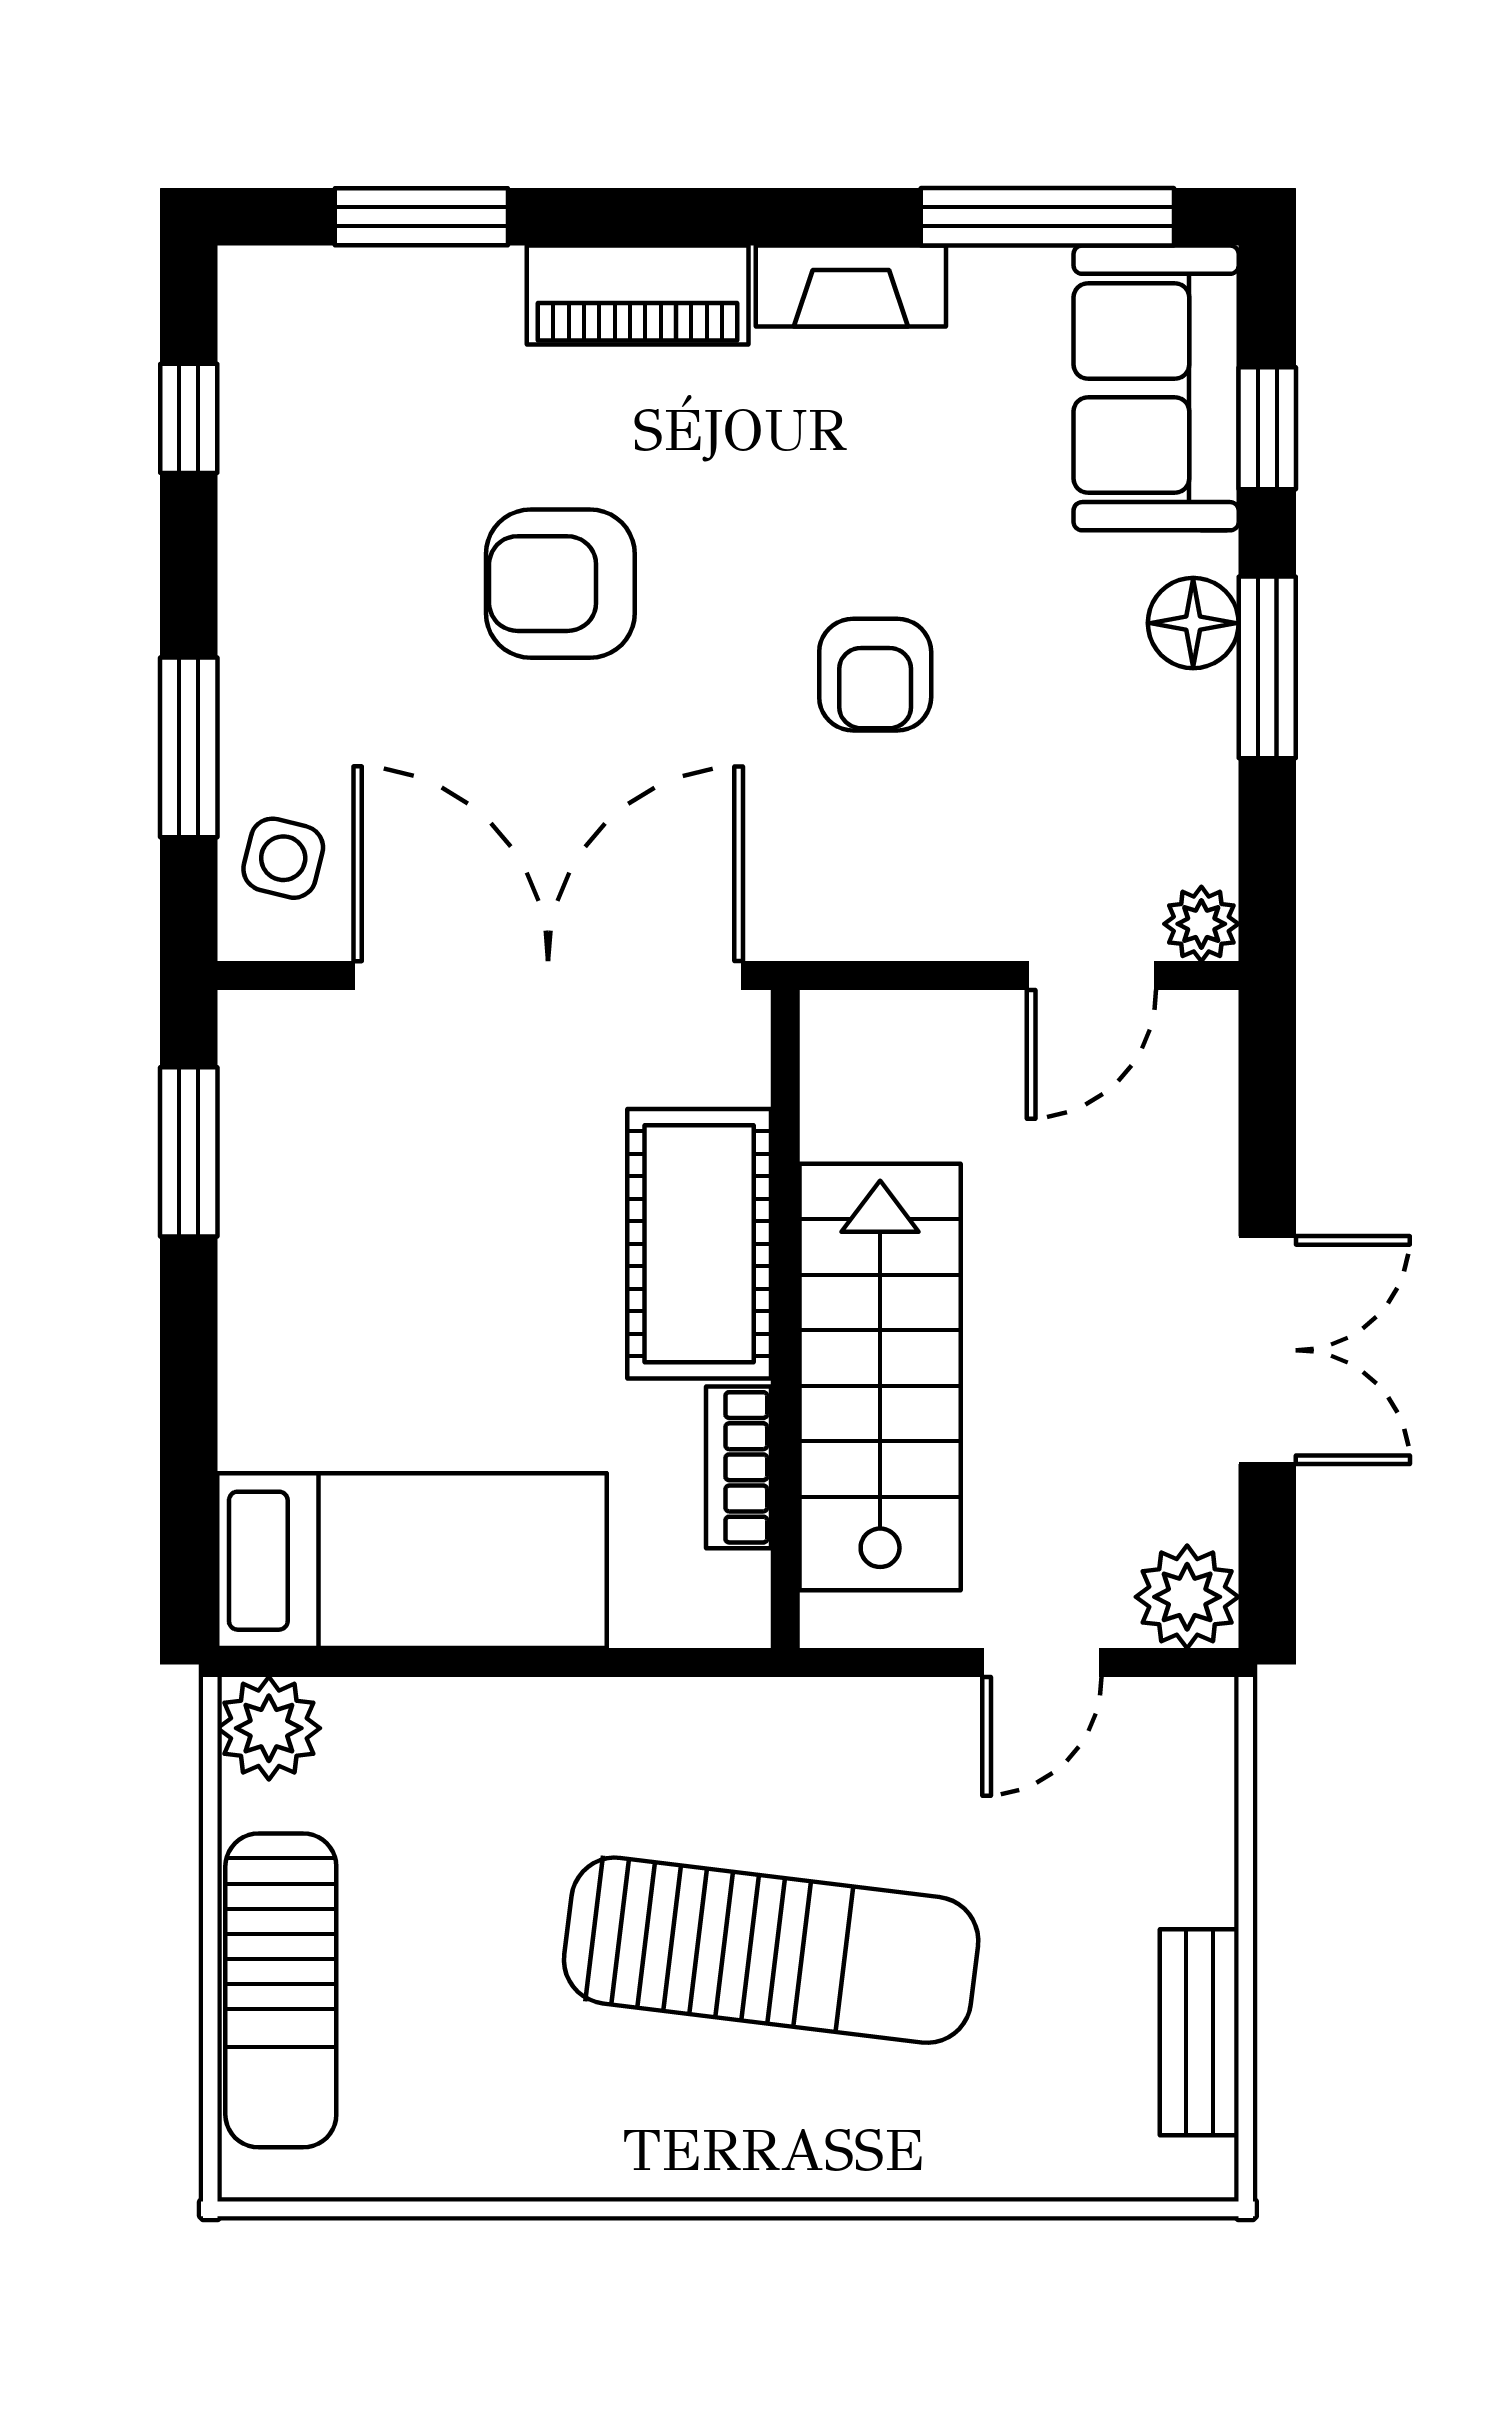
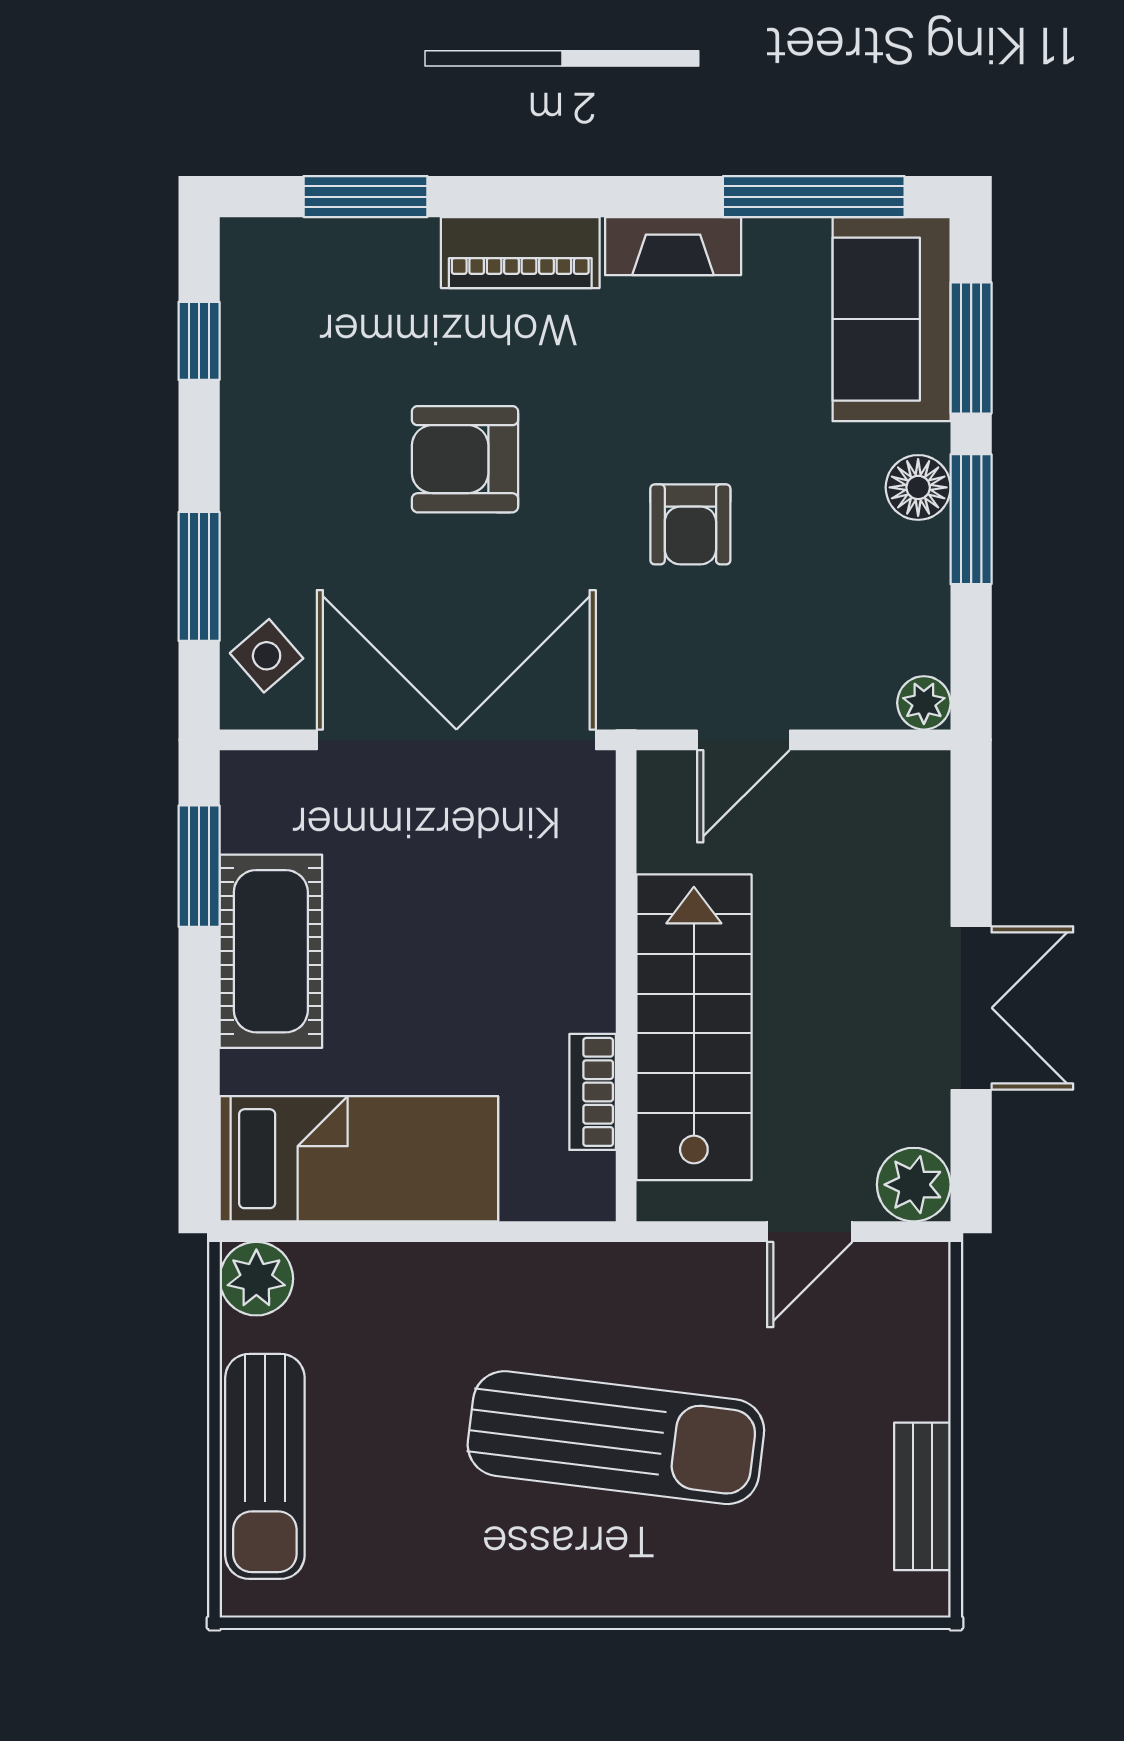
window: (1267, 428) -> (971, 348), width x1.50
side table: (283, 858) -> (267, 656), turned 35
door: (1091, 975) -> (743, 740), moved
cot: (699, 1244) -> (271, 951), moved

